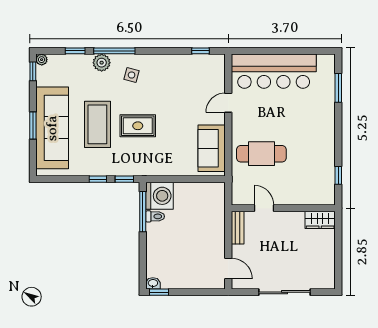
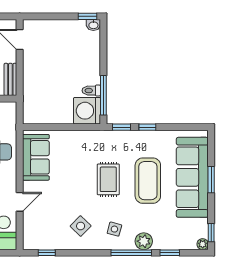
side table: (166, 78) -> (81, 226), added
rug: (138, 126) -> (108, 179), turned 90

